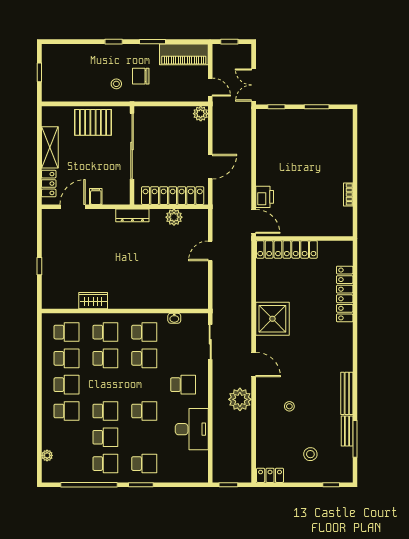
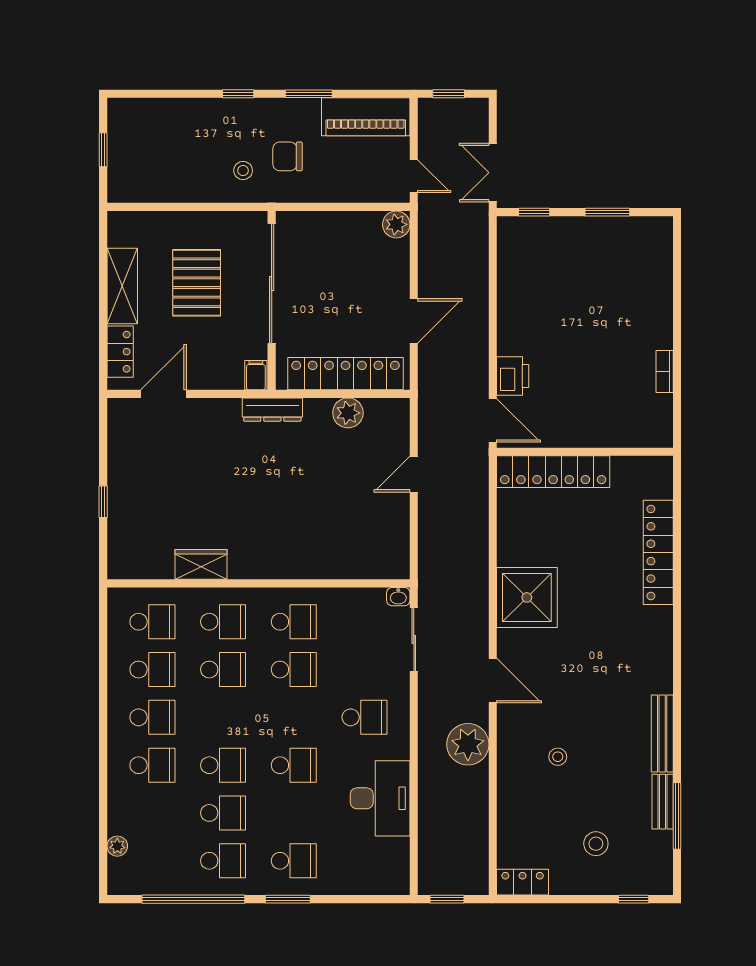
pallet: (93, 122) -> (197, 283), moved, turned 90
filing cabinet: (96, 196) -> (256, 375), moved
washbasin: (174, 318) -> (398, 597), moved

